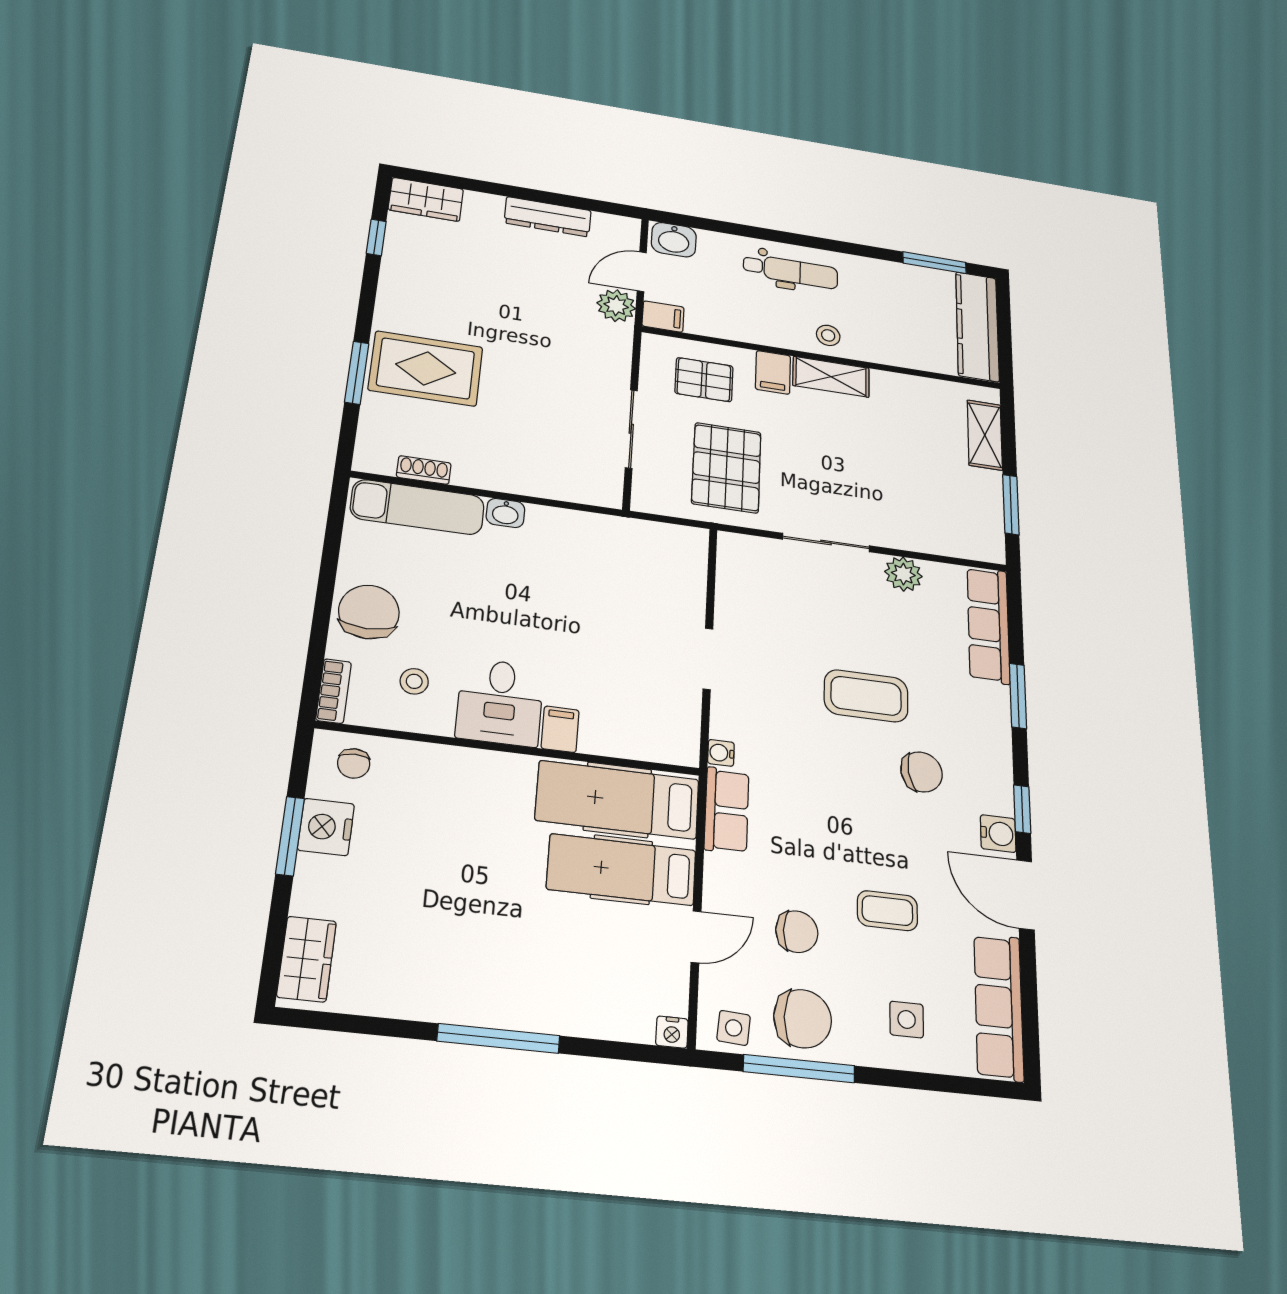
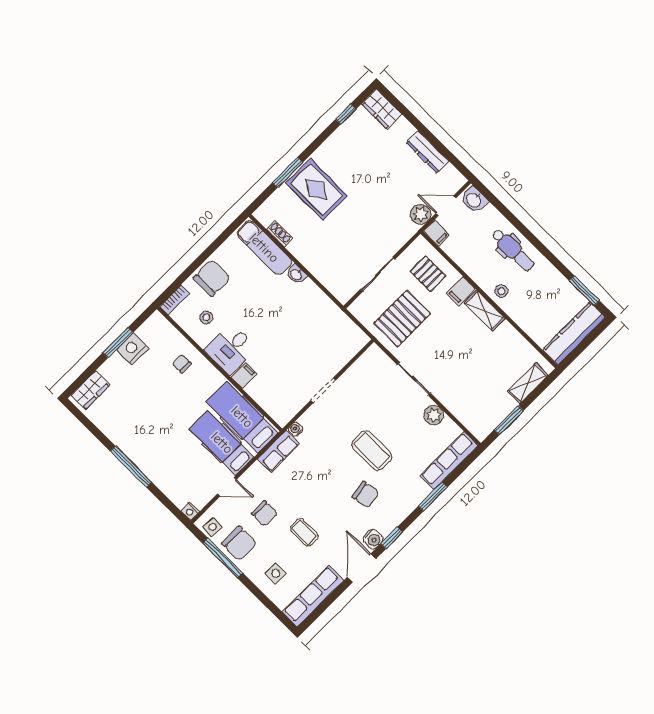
chair: (354, 763) -> (182, 364), moved, turned 90

